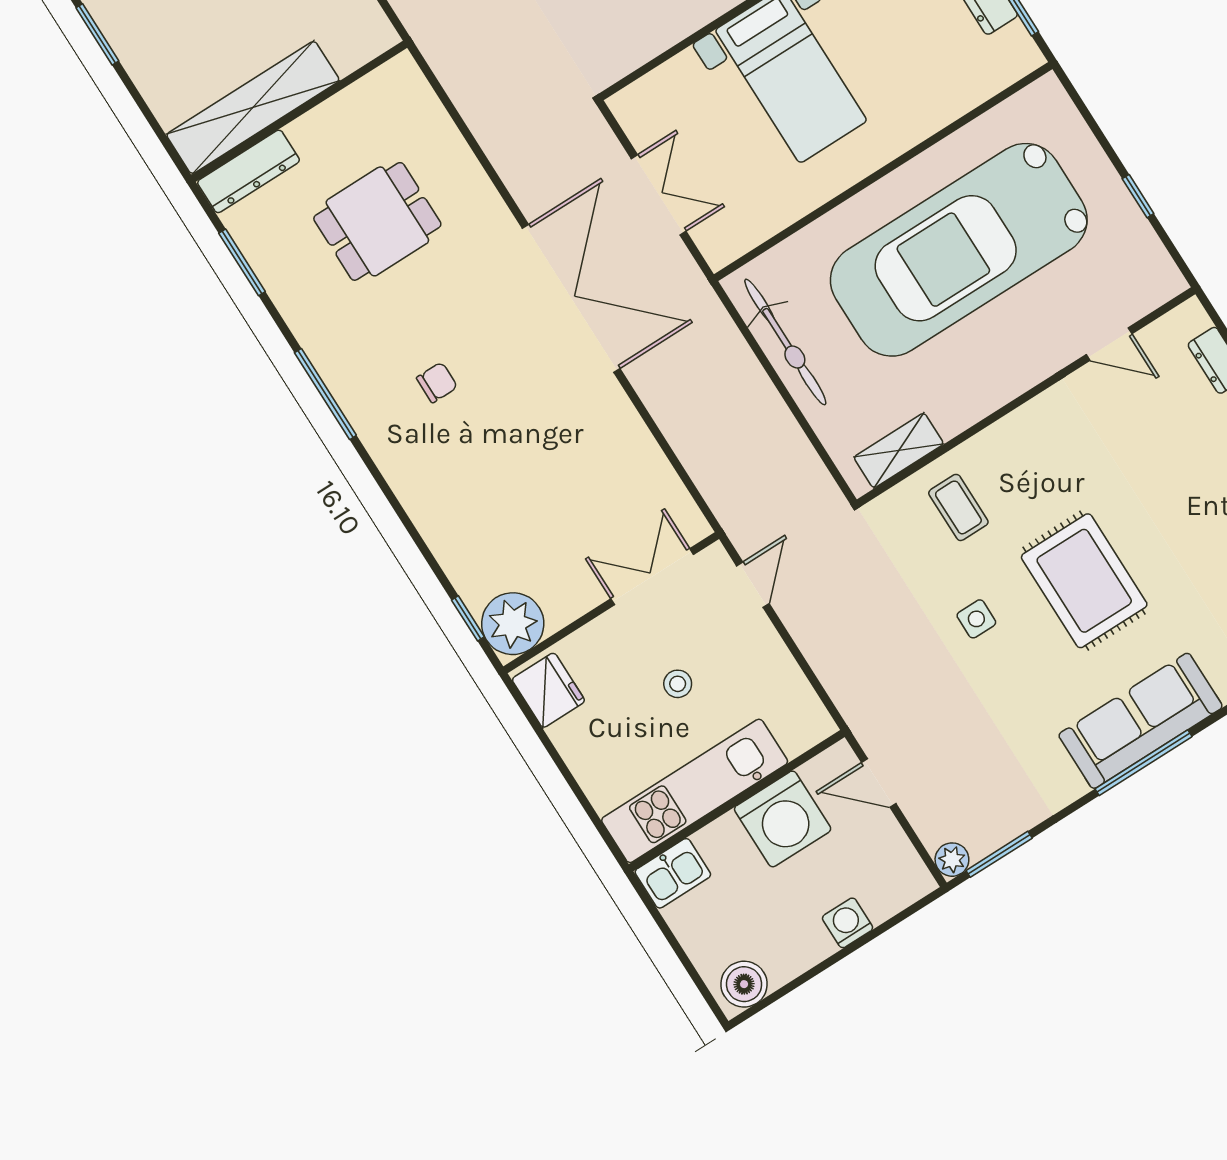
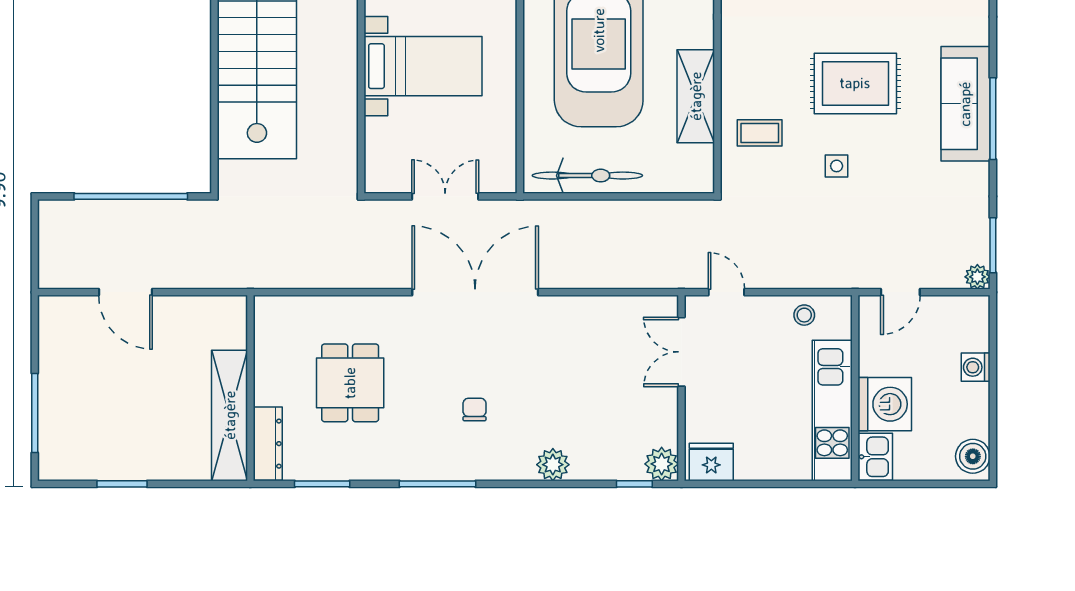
shelving: (899, 450) -> (696, 96), moved, width x1.50, depth x1.33
plant: (431, 512) -> (553, 465), added
plant: (513, 624) -> (662, 464), width x0.73, depth x0.73
stool: (678, 684) -> (804, 315), moved
washing machine: (783, 819) -> (885, 404), moved

